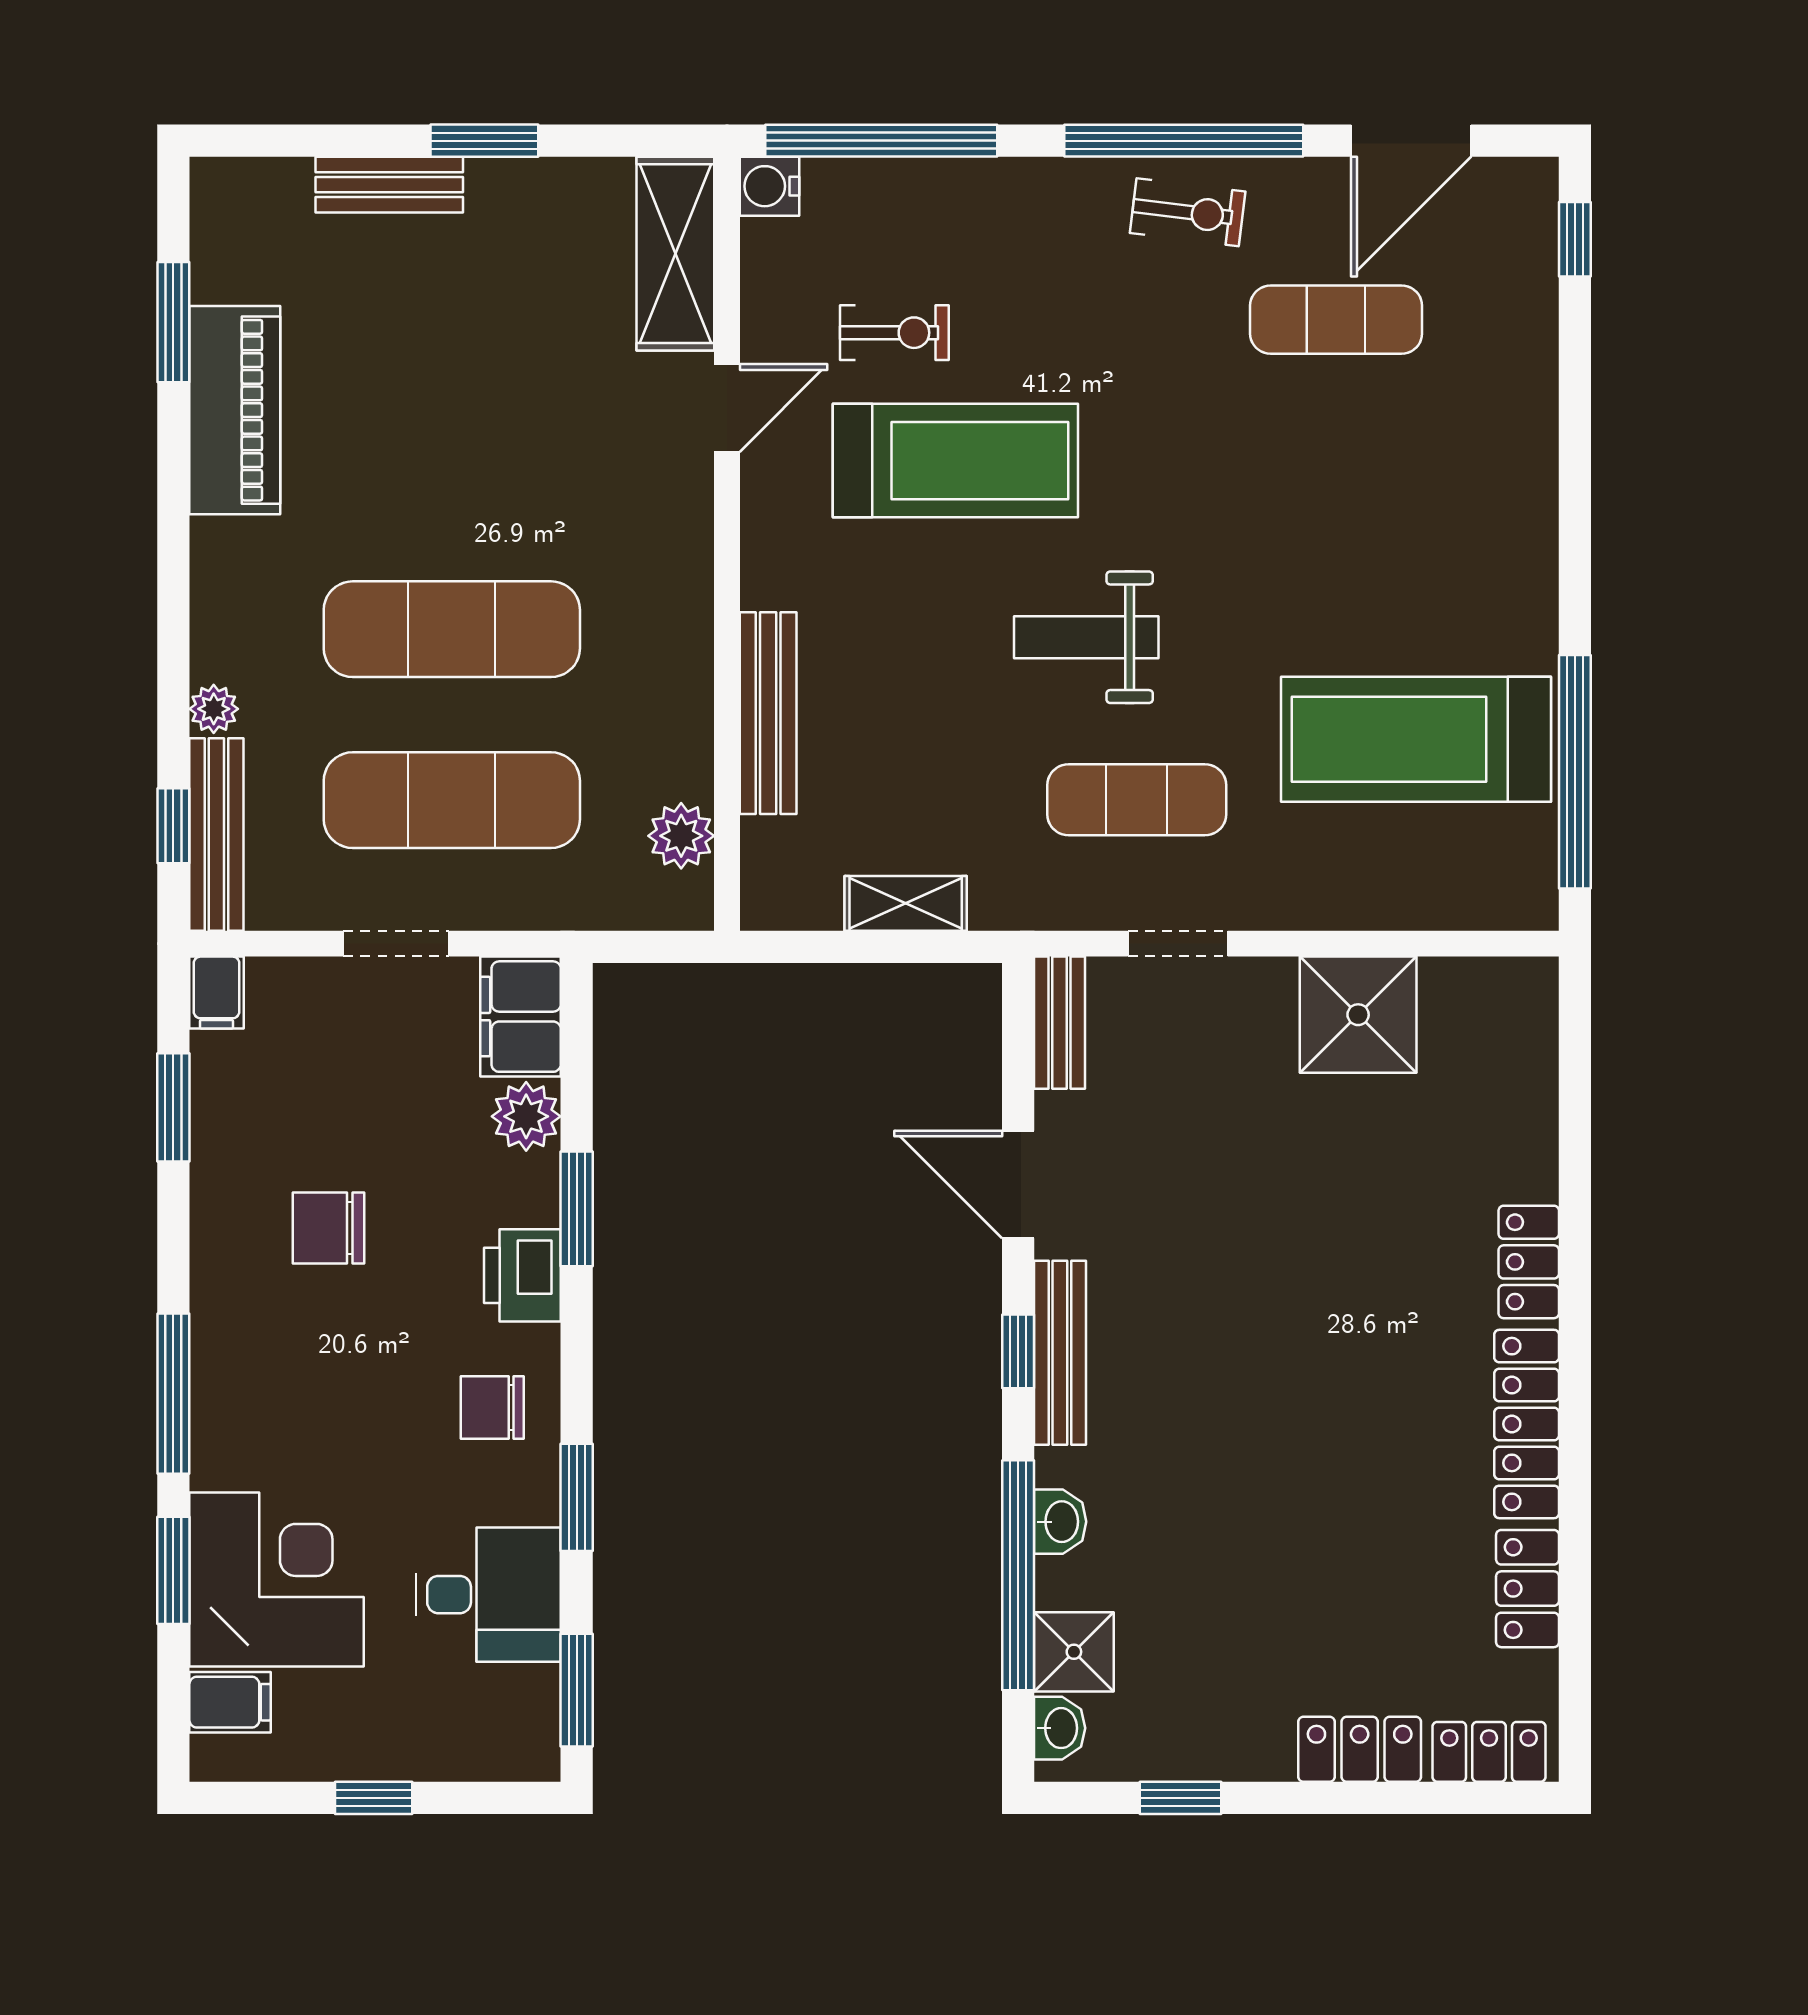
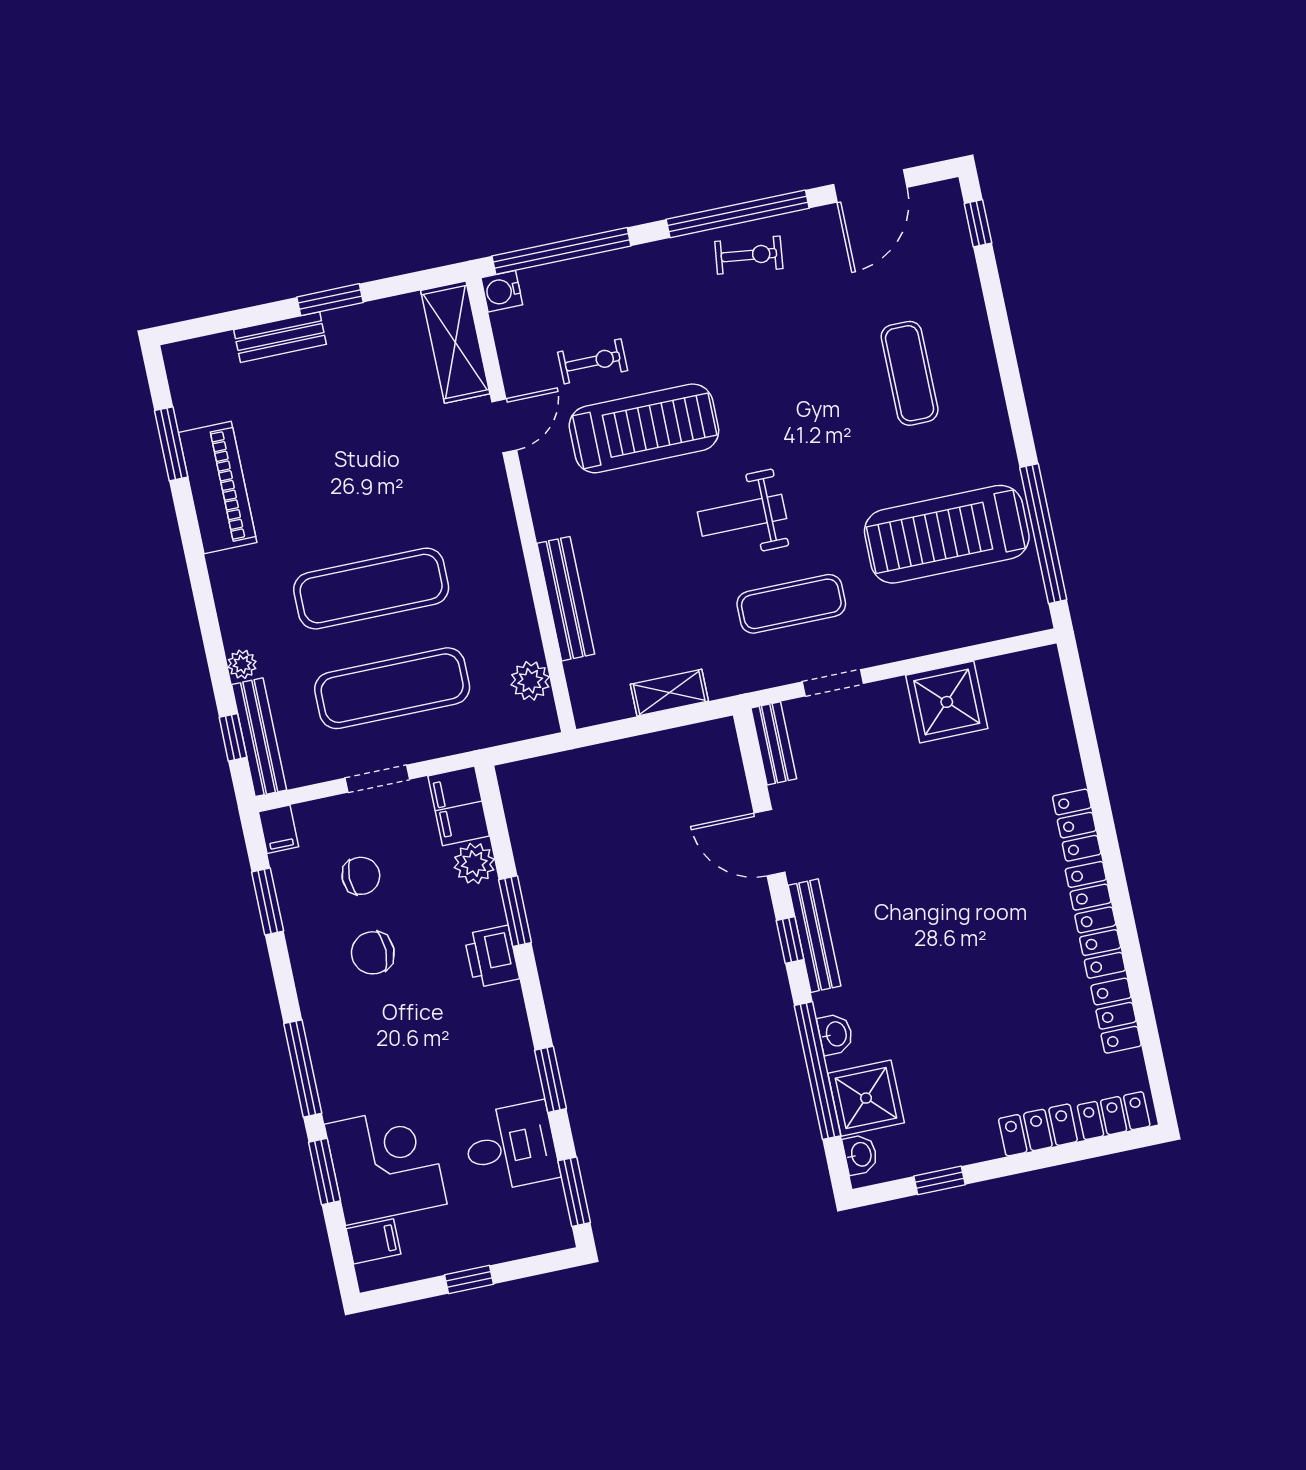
exercise mat: (1336, 320) -> (910, 373), moved, turned 90
chair: (492, 1407) -> (361, 876), moved, turned 180
shower: (1074, 1652) -> (866, 1098), width x1.36, depth x1.36

